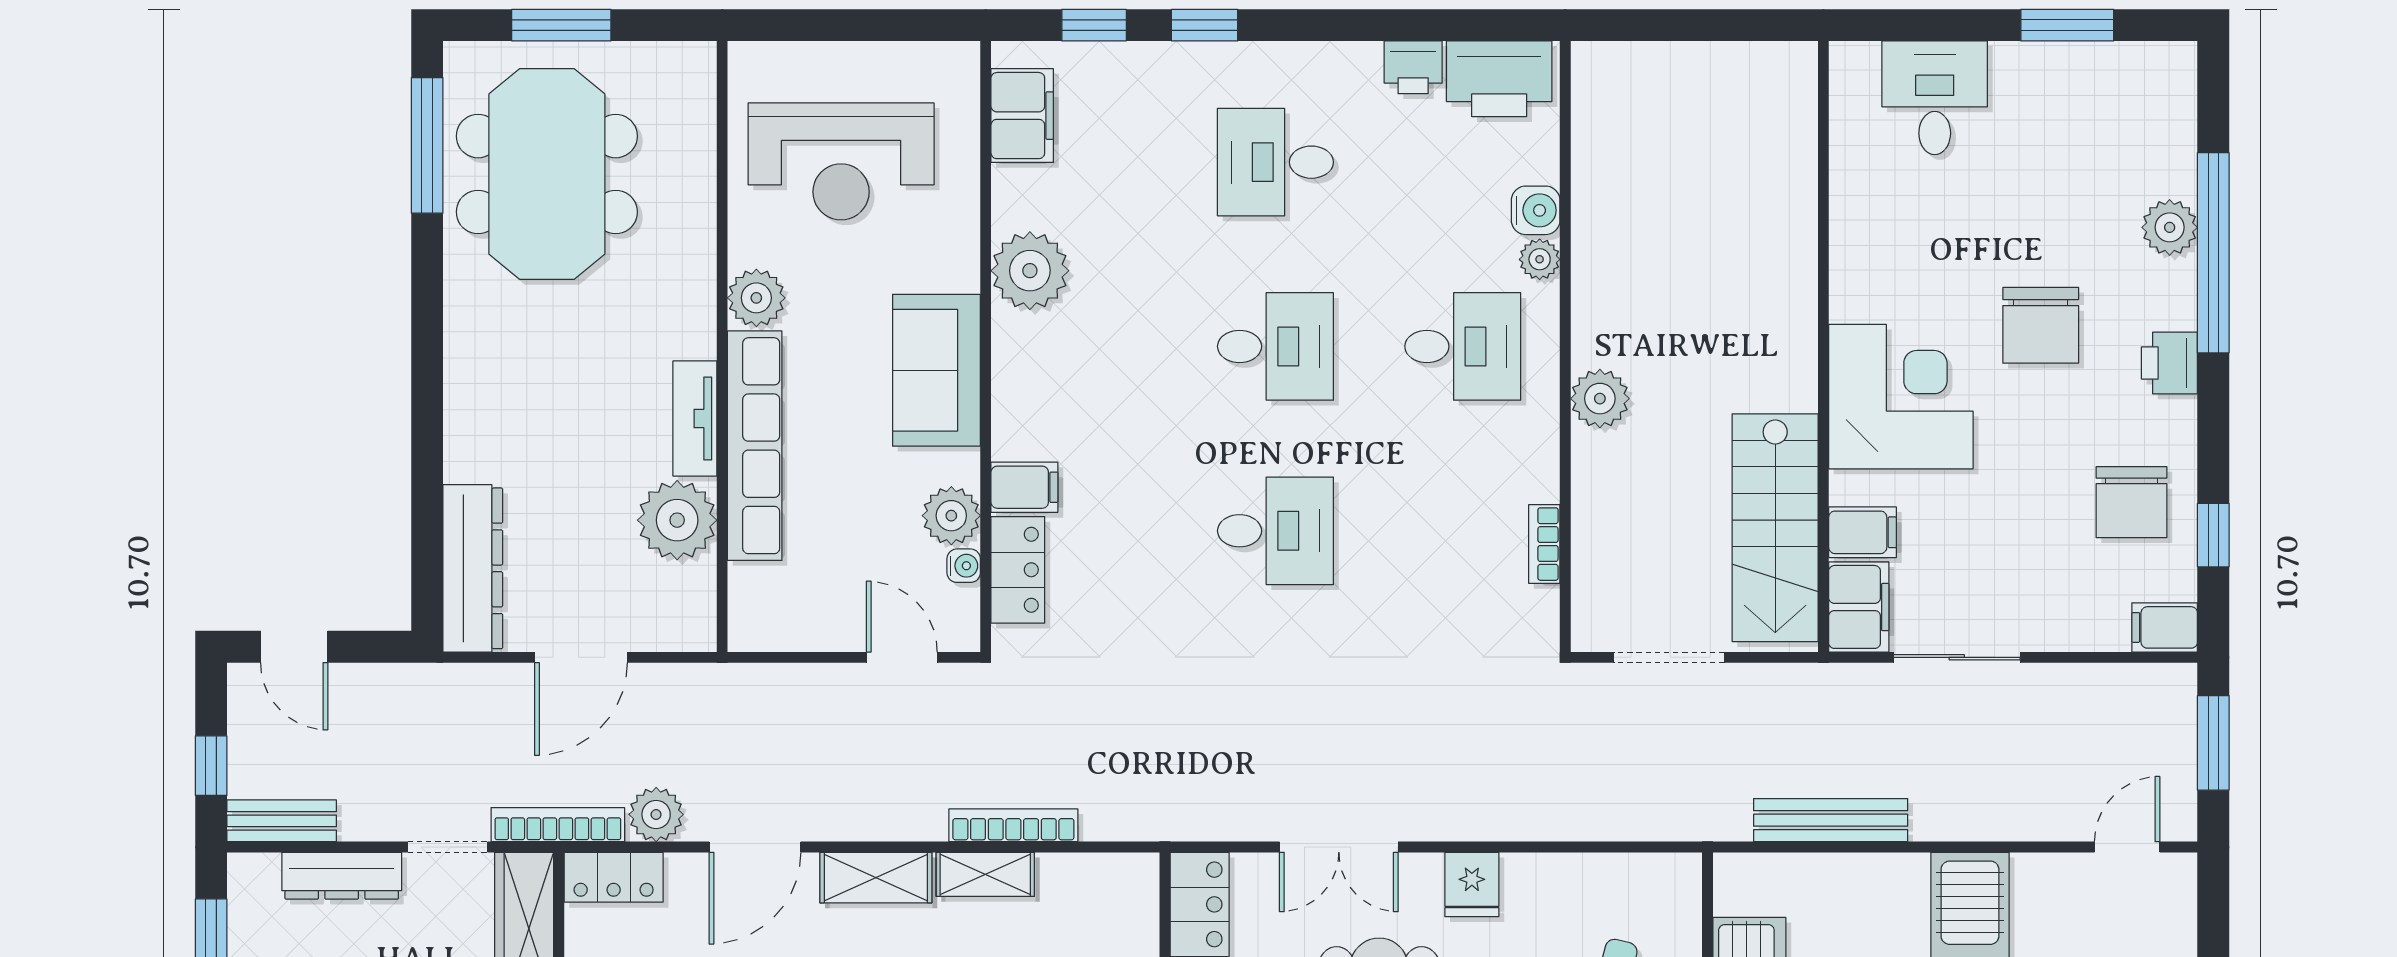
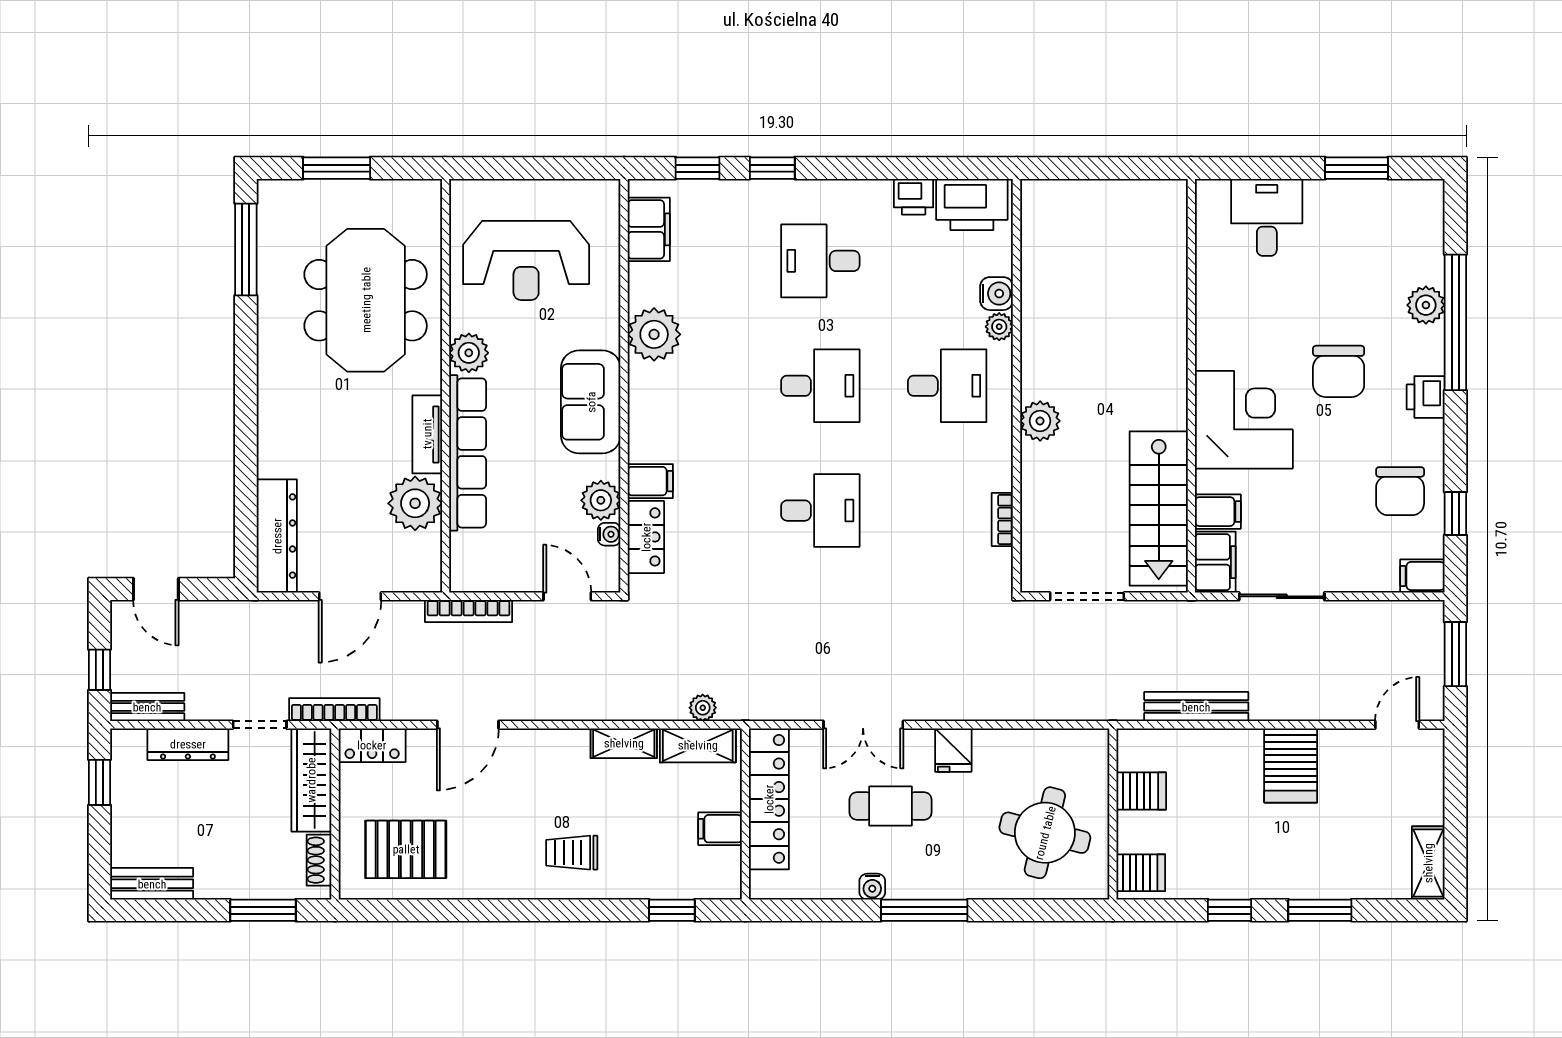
meeting table: (547, 174) -> (366, 300), moved
plant: (656, 814) -> (703, 708), moved, width x0.73, depth x0.73
bookcase: (1013, 825) -> (469, 611), moved, turned 180
shelving: (876, 878) -> (698, 745), moved

